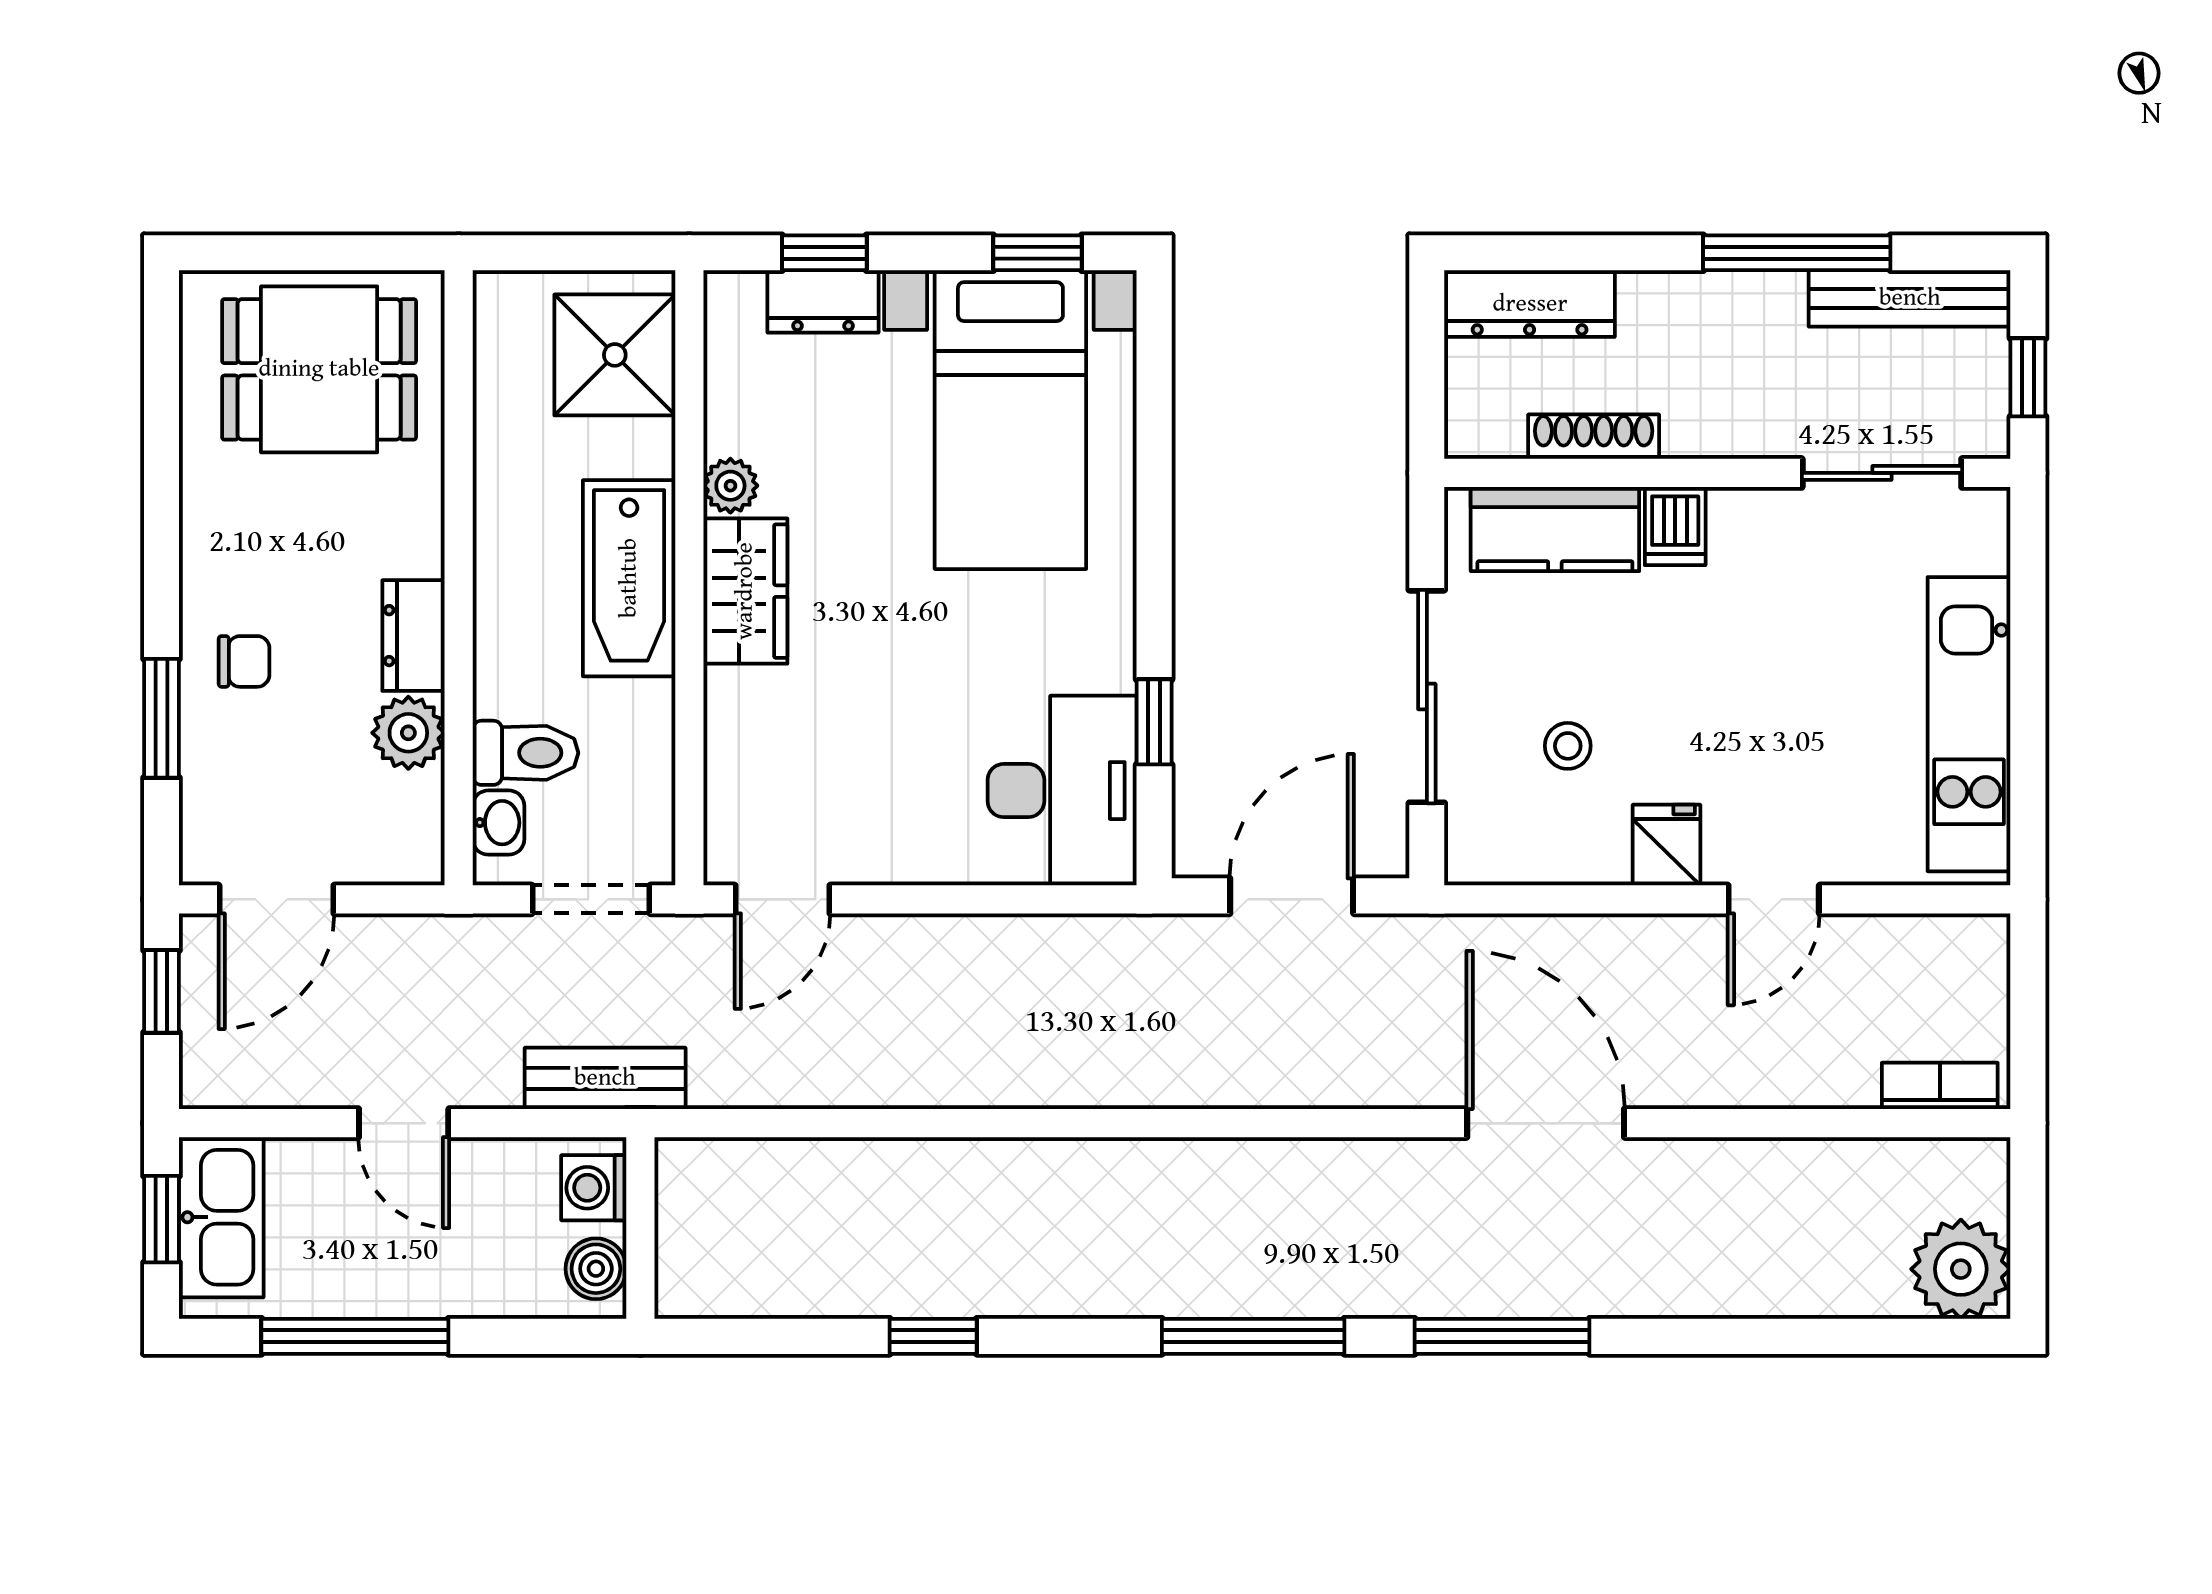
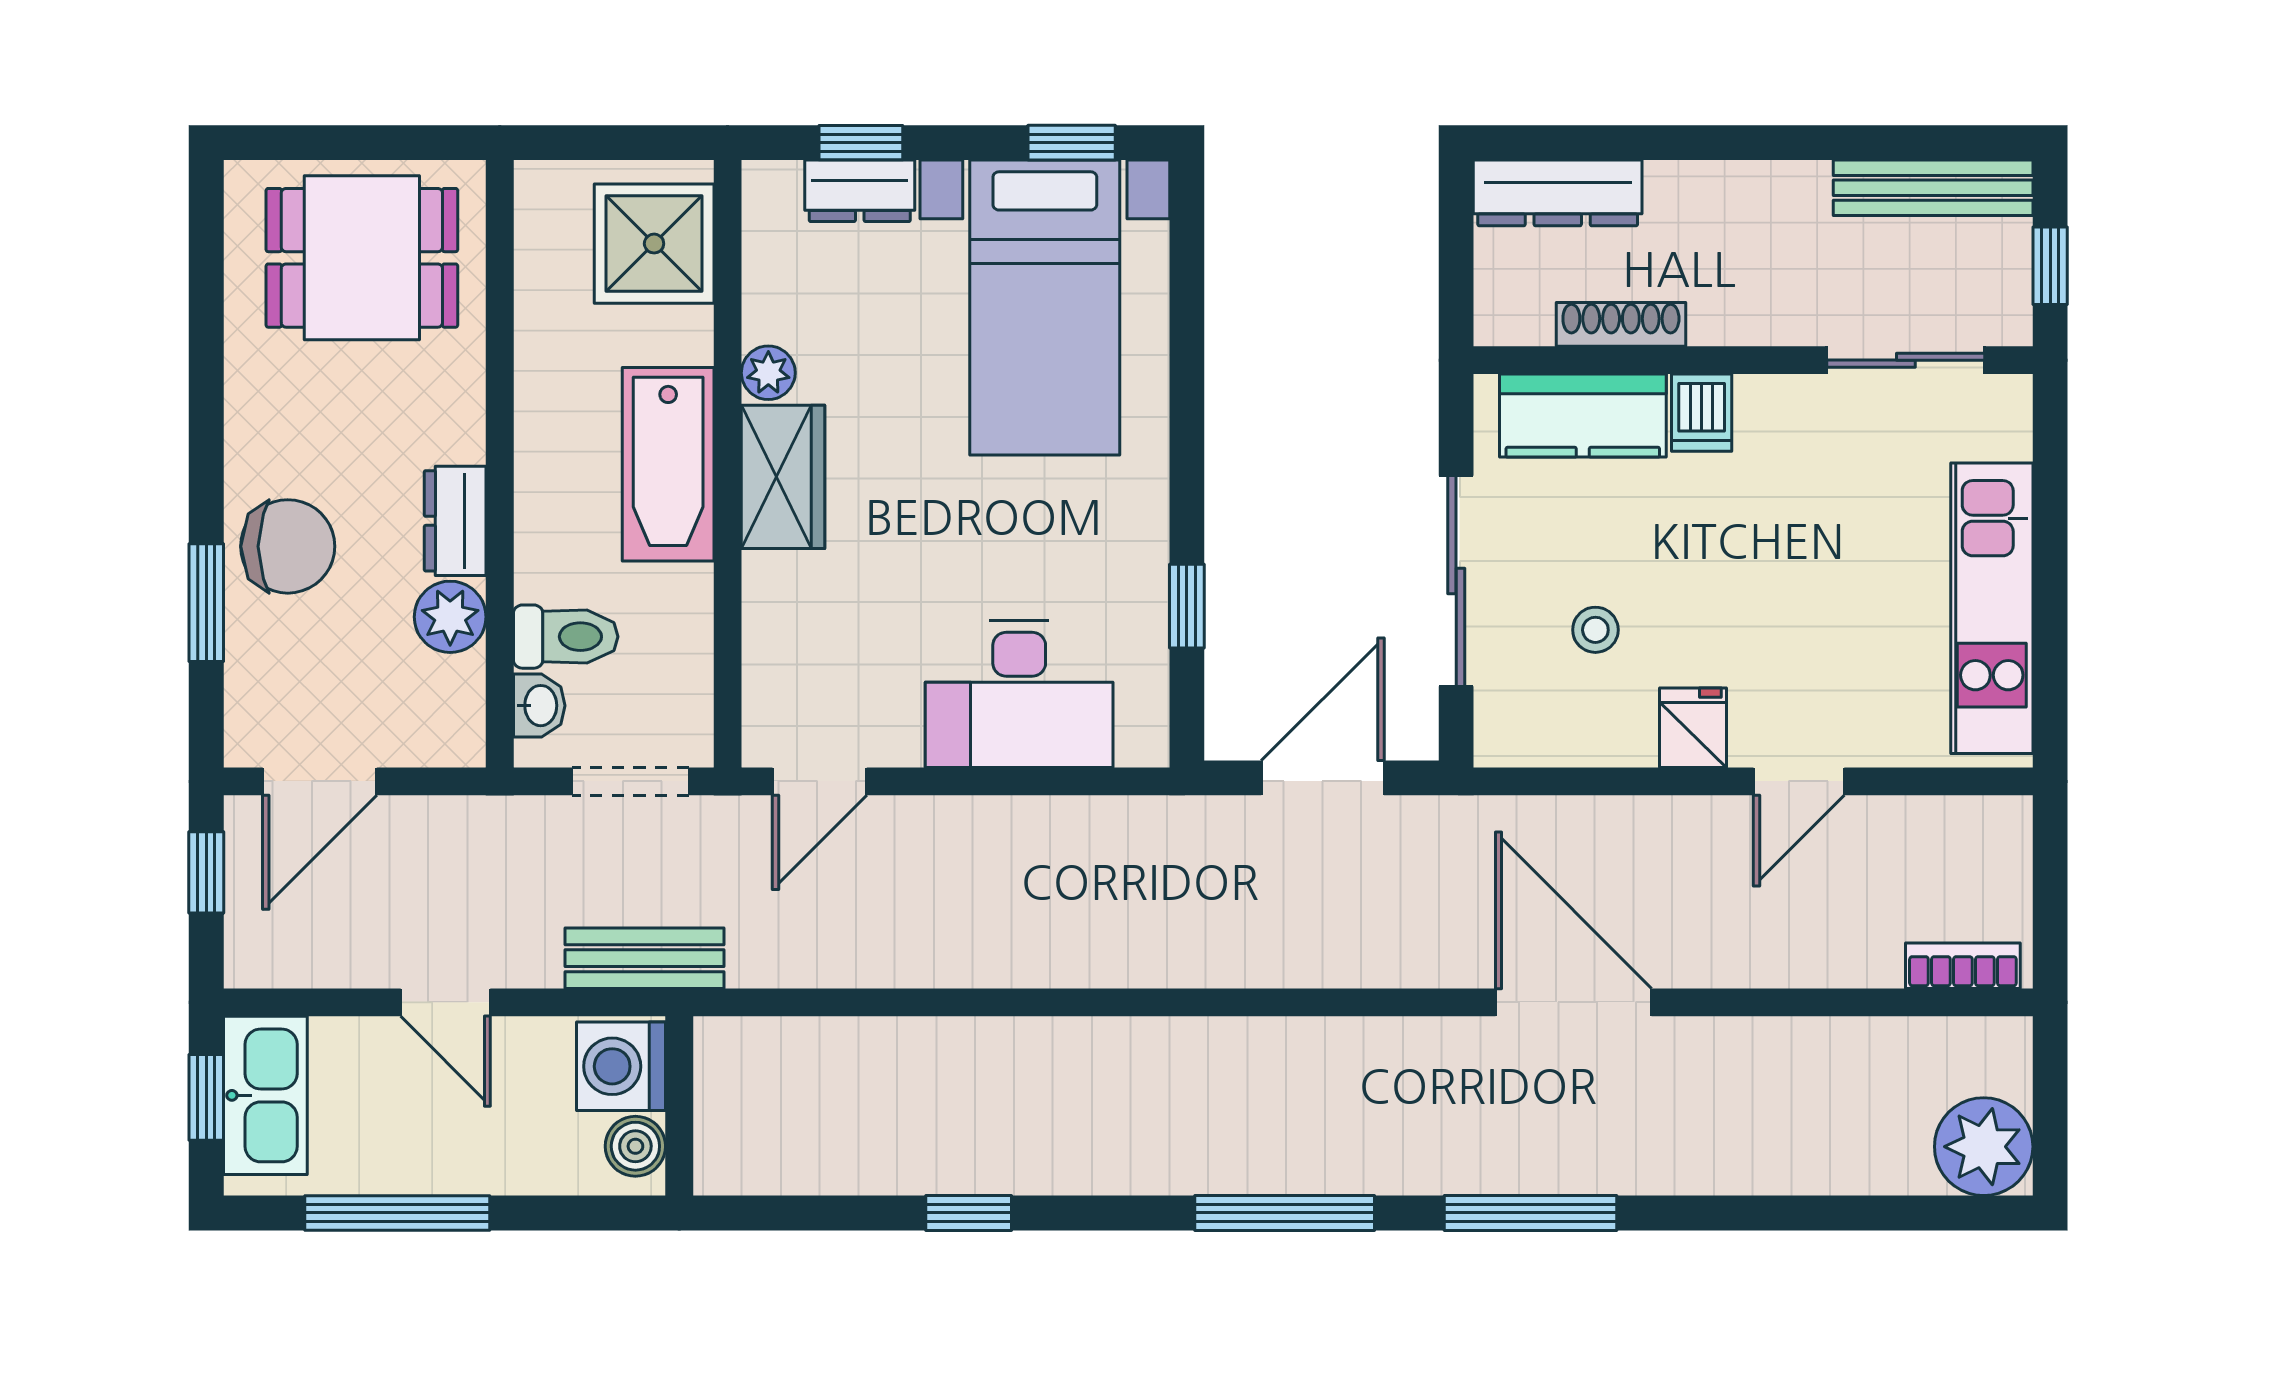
window: (1797, 253) -> (1822, 143), removed
chair: (244, 661) -> (288, 546), width x1.87, depth x1.87
desk: (1062, 791) -> (1019, 694), moved, turned 90
washing machine: (594, 1188) -> (621, 1066), width x1.38, depth x1.38

